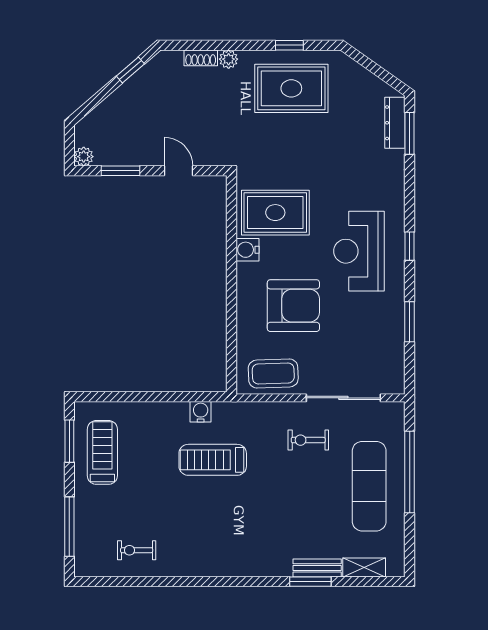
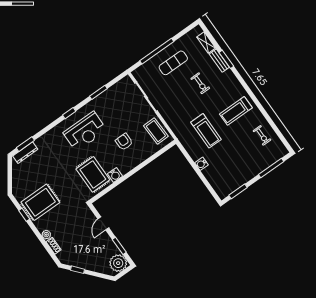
rug: (291, 88) -> (40, 202), turned 90
plant: (84, 157) -> (118, 263), width x1.87, depth x1.87
armchair: (293, 306) -> (124, 142), width x0.53, depth x0.53
water cooler: (201, 412) -> (201, 164), moved
exercise bike: (308, 440) -> (200, 83), moved
treadmill: (102, 452) -> (236, 111), moved
exercise mat: (369, 486) -> (173, 63), width x0.73, depth x0.69

